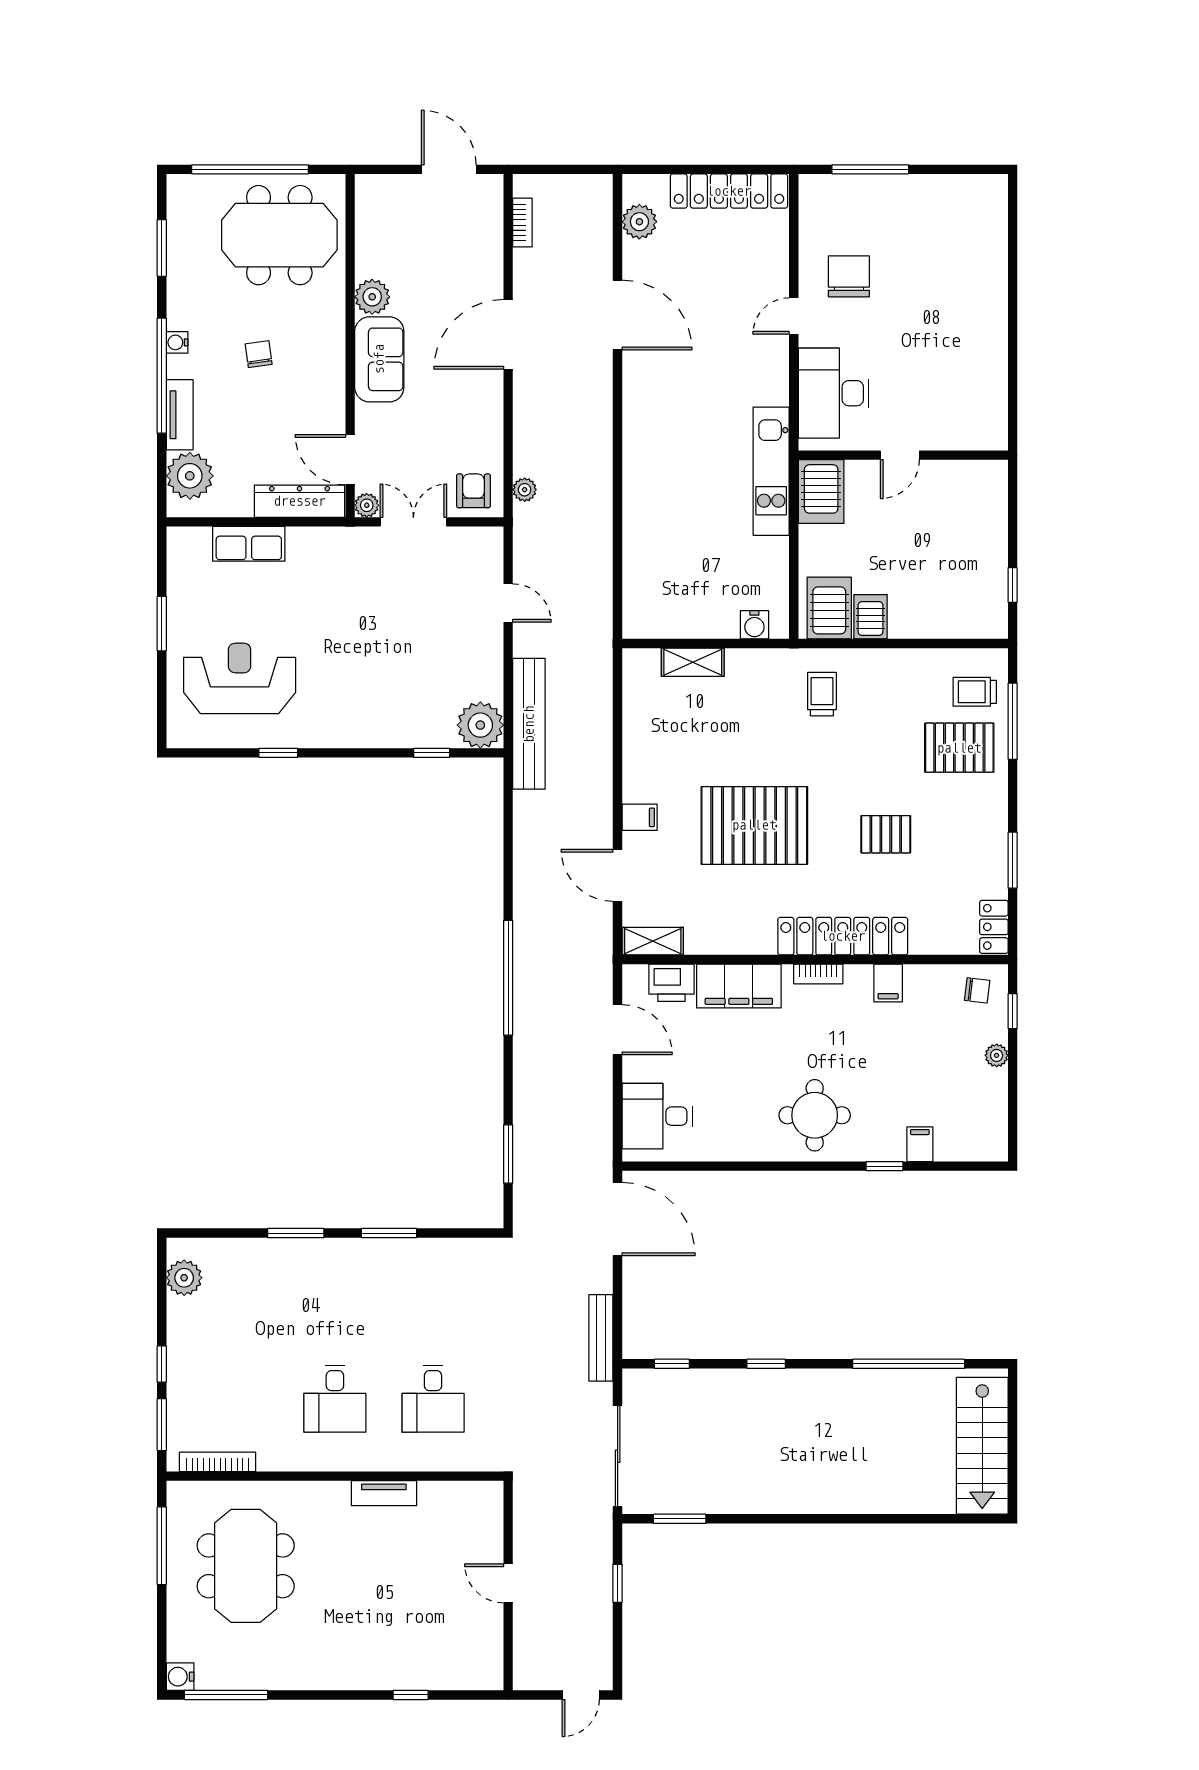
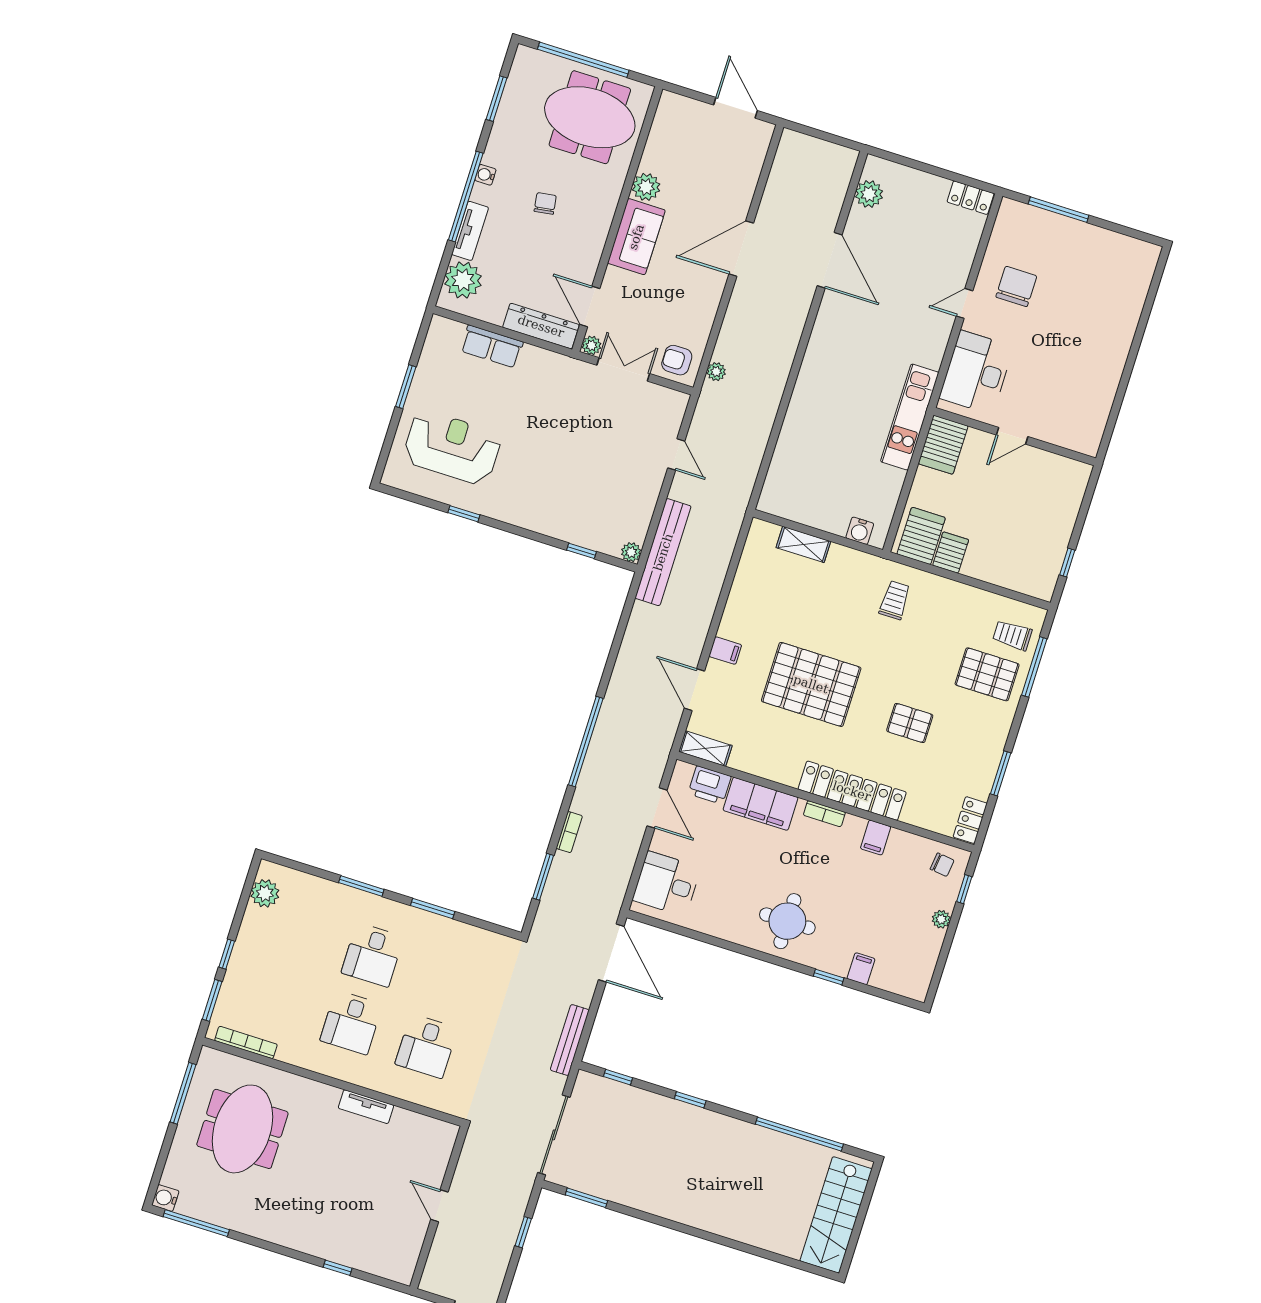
locker: (729, 191) -> (971, 198), width x0.46, depth x0.83
bookcase: (522, 223) -> (569, 832), moved
armchair: (473, 491) -> (677, 360), turned -90
plant: (480, 725) -> (631, 552), width x0.53, depth x0.53
desk: (335, 1310) -> (373, 955), added

